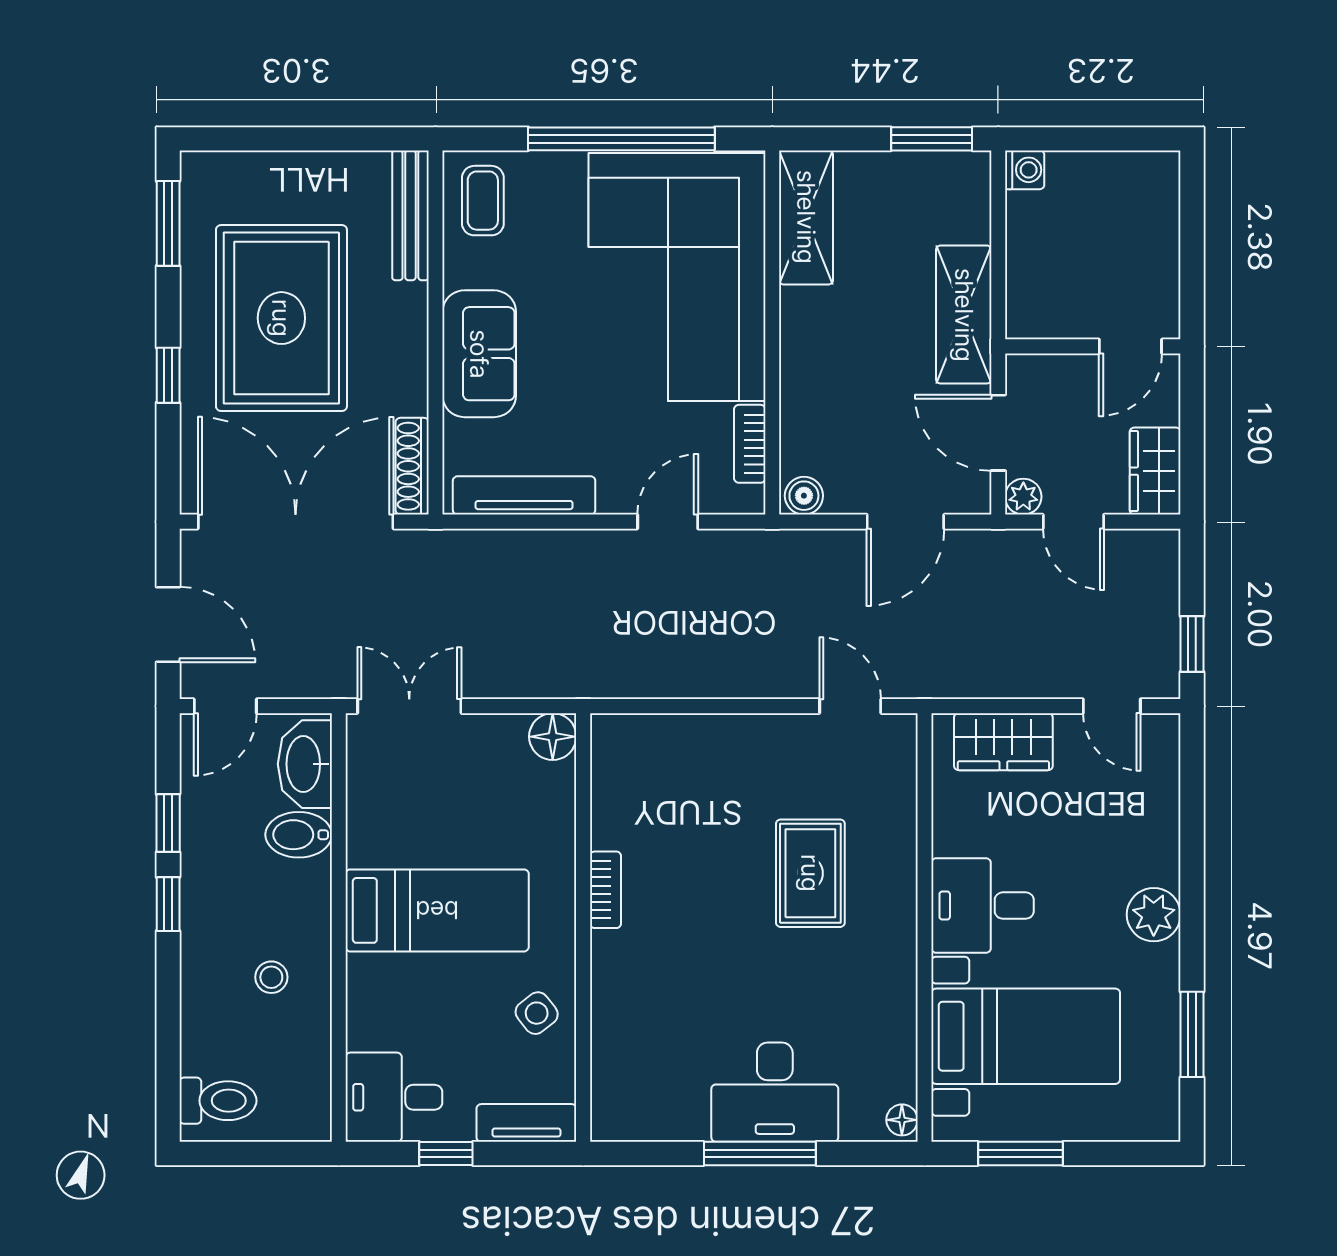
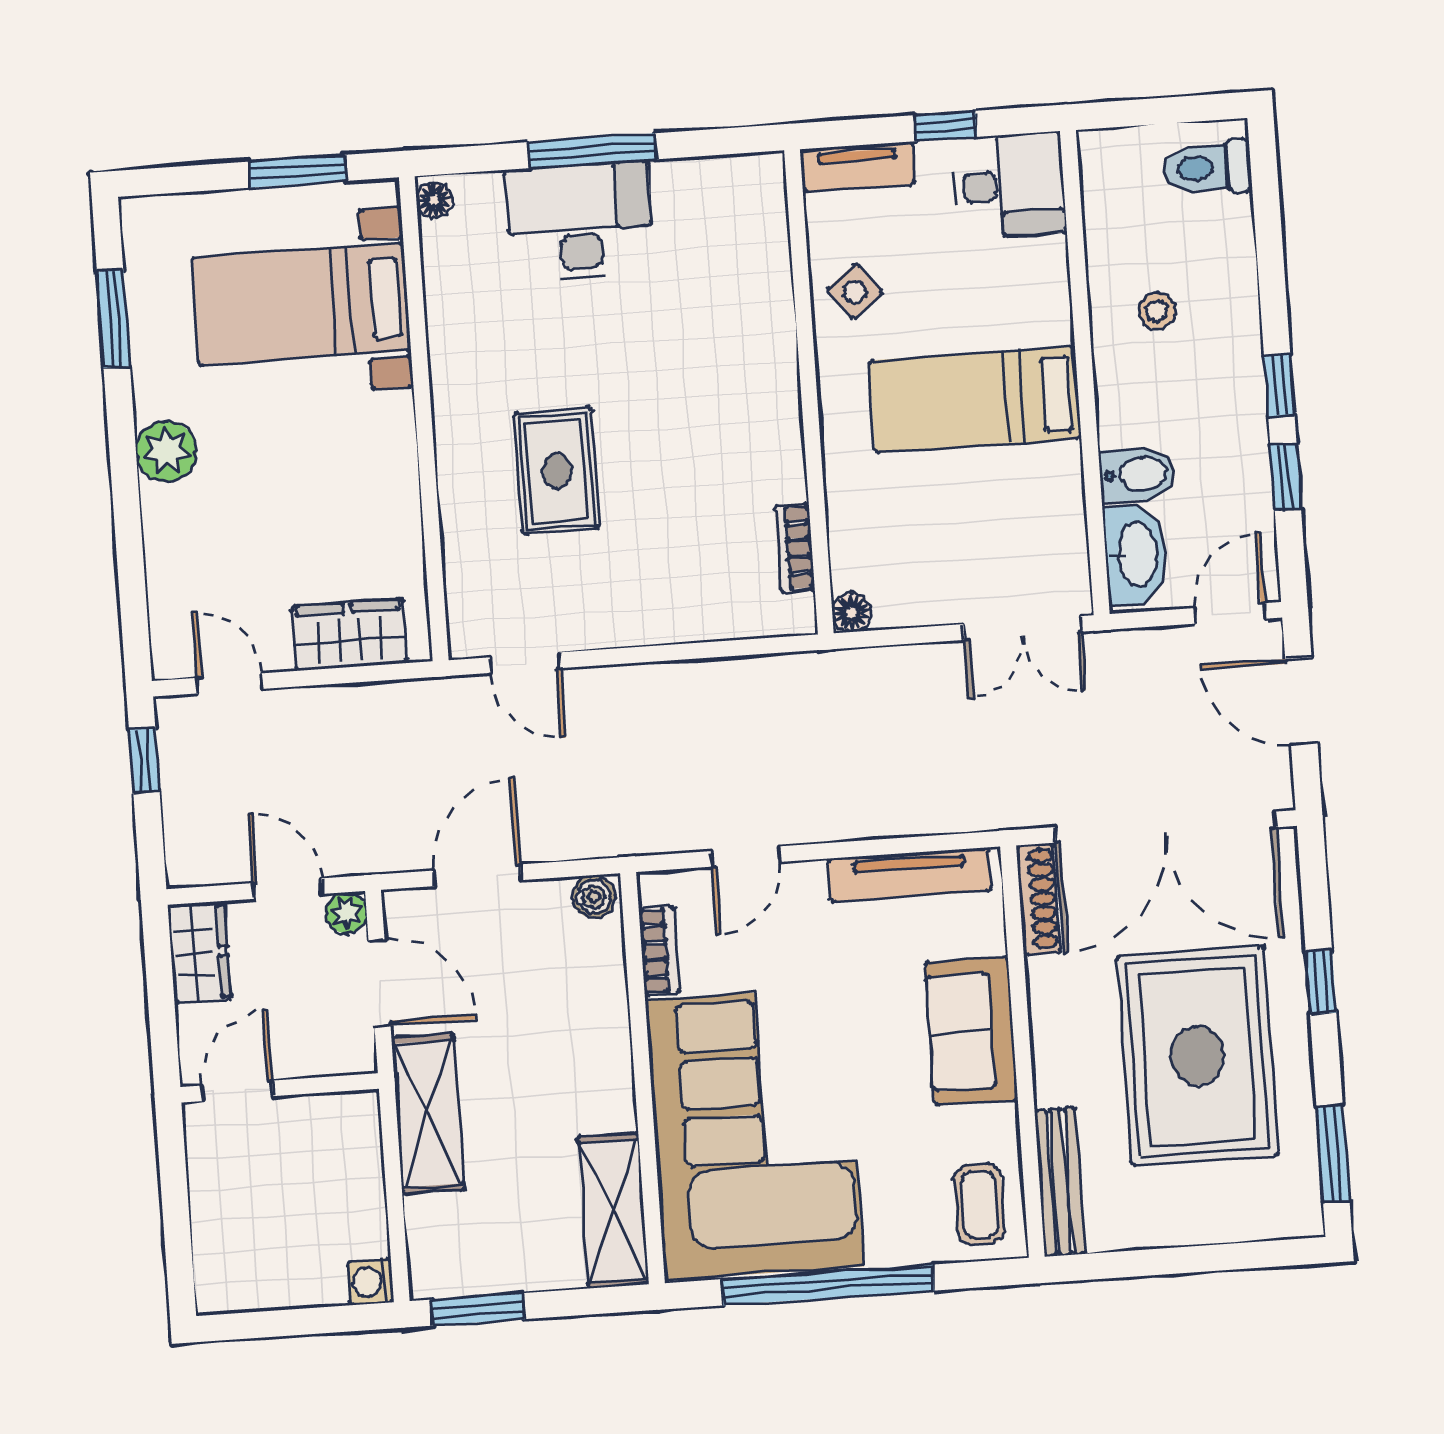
floor lamp: (553, 737) -> (852, 613), width x0.73, depth x0.73
bookcase: (605, 890) -> (795, 548), moved
desk: (983, 906) -> (360, 448), removed

